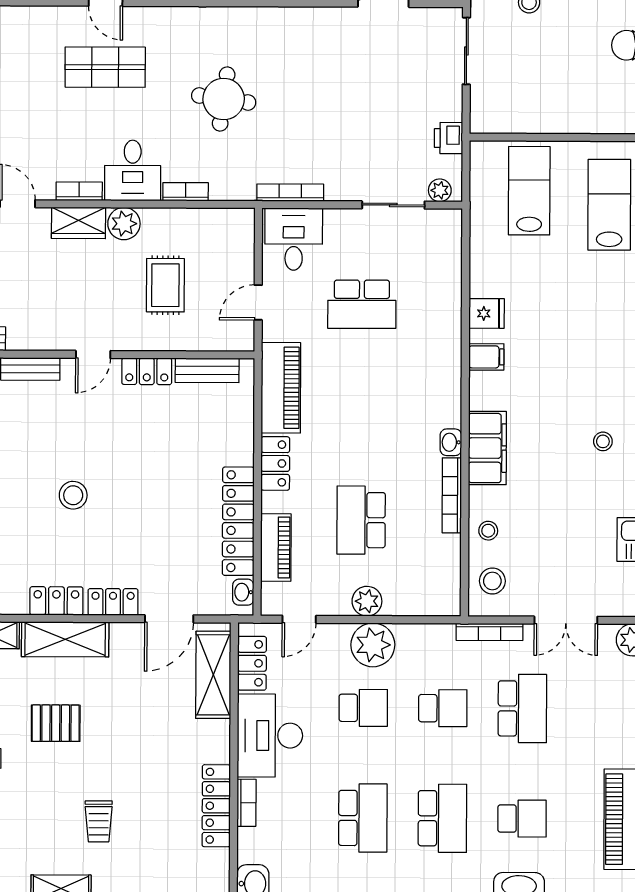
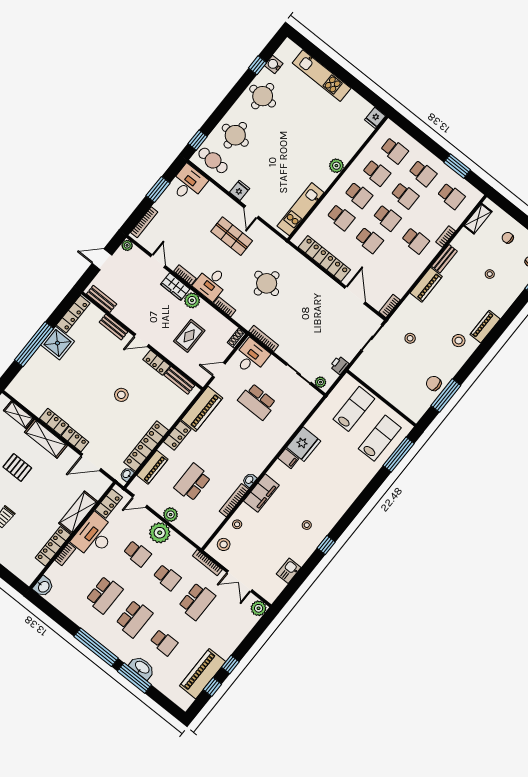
shoe rack: (246, 227) -> (237, 338), added
fridge: (487, 313) -> (304, 444), width x1.88, depth x1.34
stool: (73, 495) -> (121, 395), moved
shelving: (213, 675) -> (78, 512), moved

